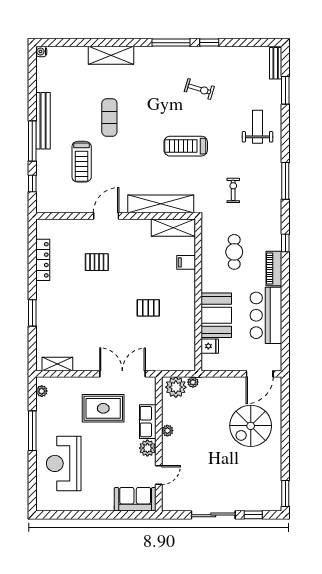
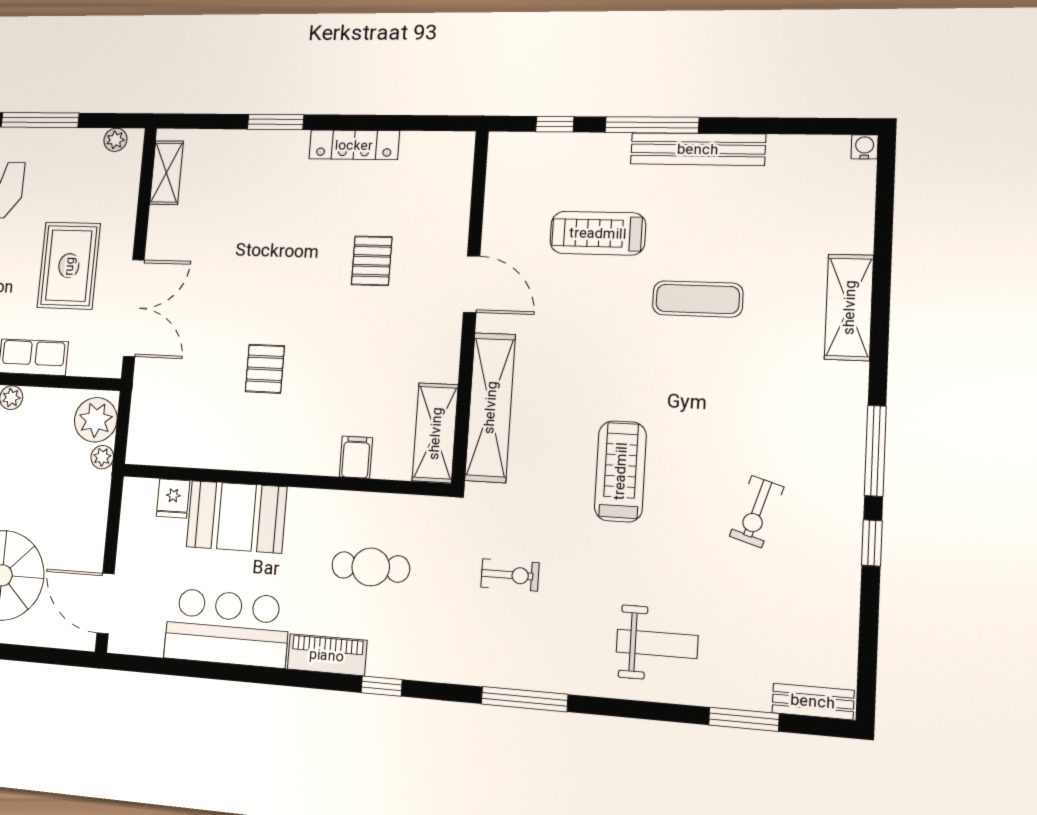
locker: (43, 260) -> (354, 145), moved

